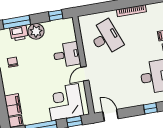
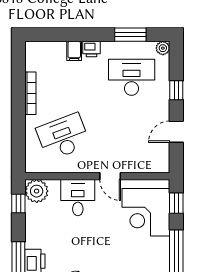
plant: (36, 31) -> (37, 191), moved
door: (110, 115) -> (176, 132), moved

